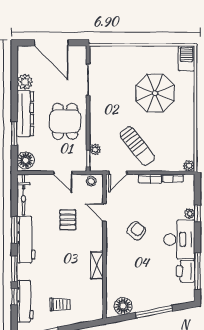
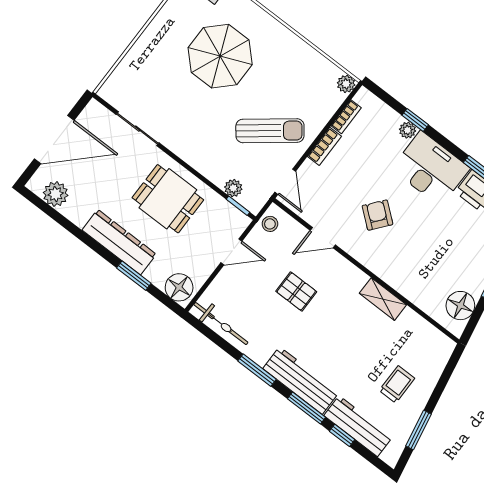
plant: (25, 82) -> (56, 194), moved
workbench: (26, 240) -> (301, 380), moved

